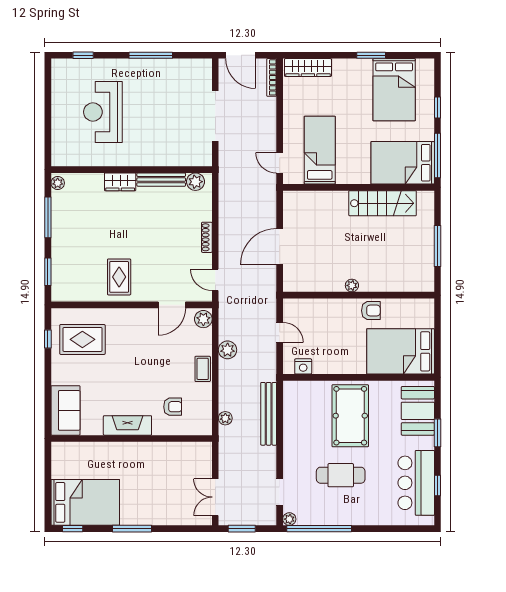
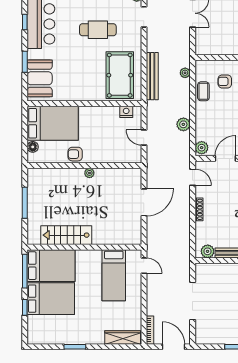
bed: (394, 90) -> (51, 299), moved, turned 90
floor lamp: (427, 320) -> (33, 147), added
coffee table: (203, 369) -> (203, 91), moved
pool table: (350, 416) -> (120, 75), moved

